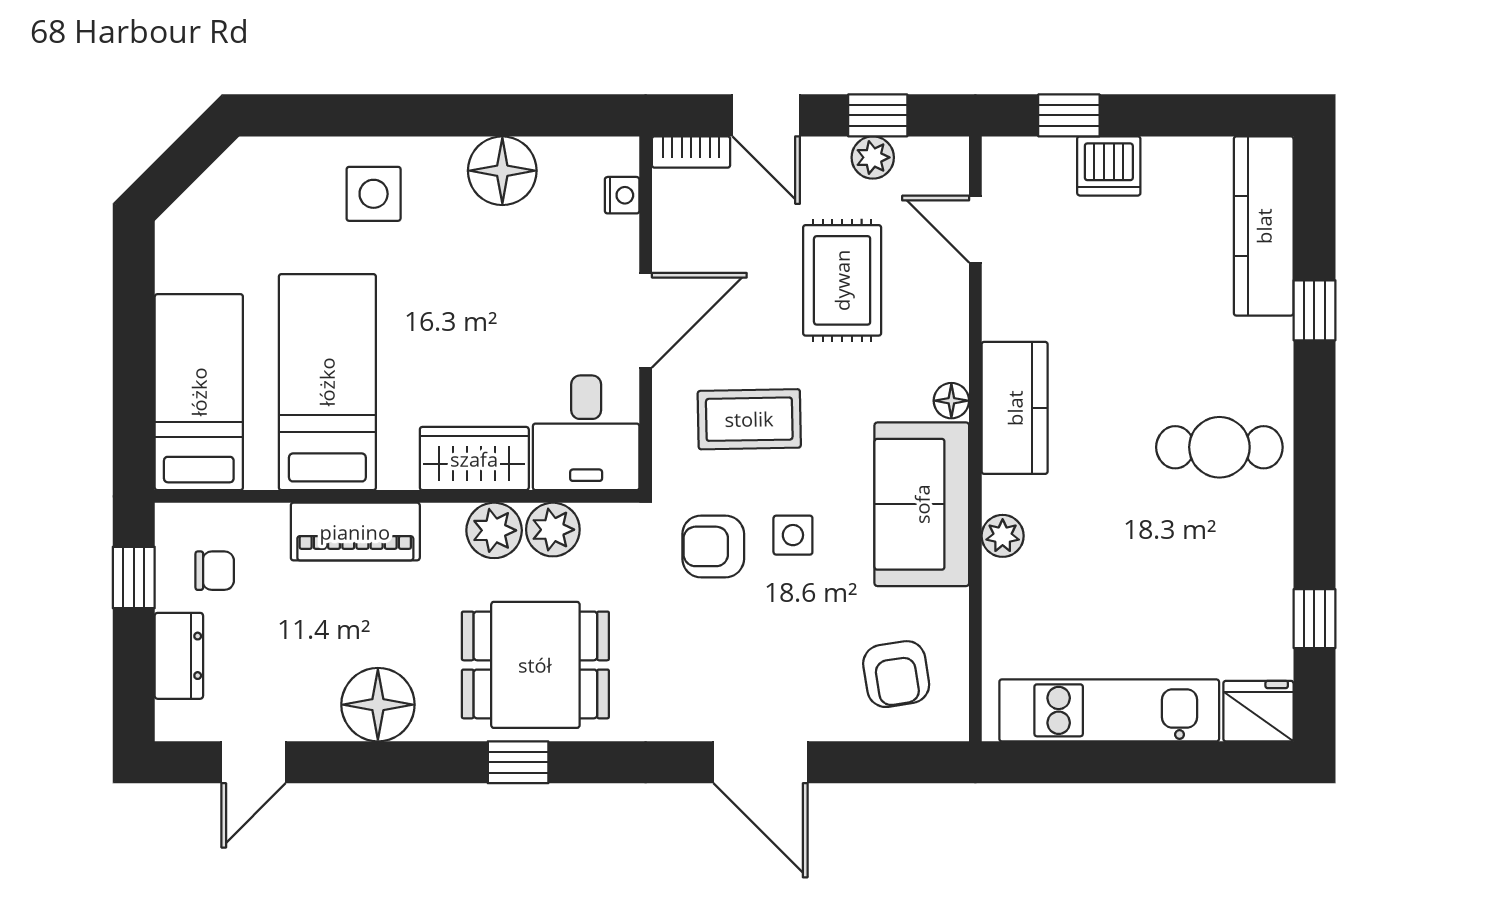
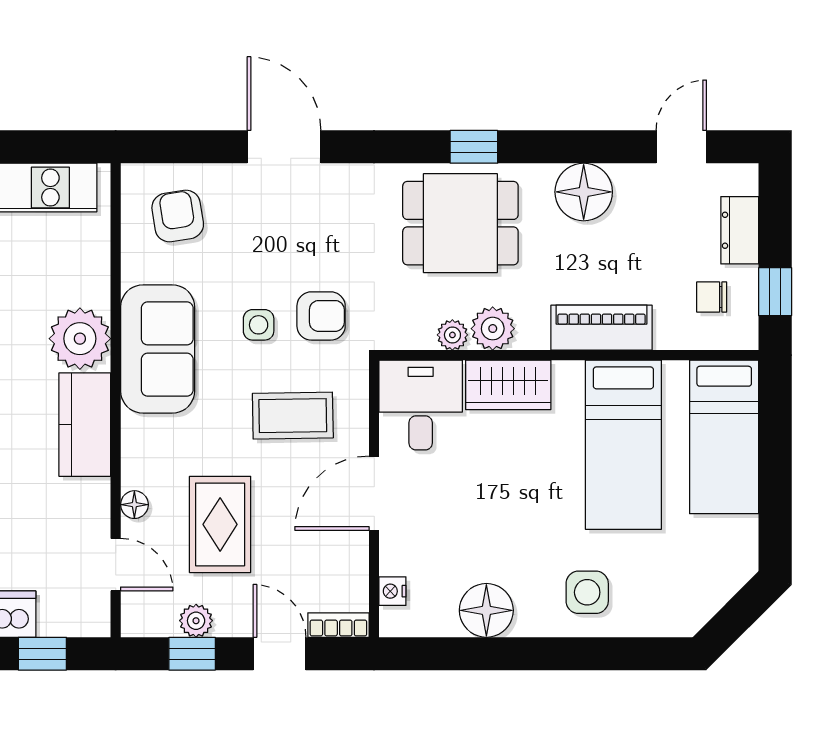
floor lamp: (951, 401) -> (134, 505), moved
plant: (553, 530) -> (452, 335), width x0.73, depth x0.73
plant: (1003, 536) -> (80, 339), width x1.88, depth x1.88

